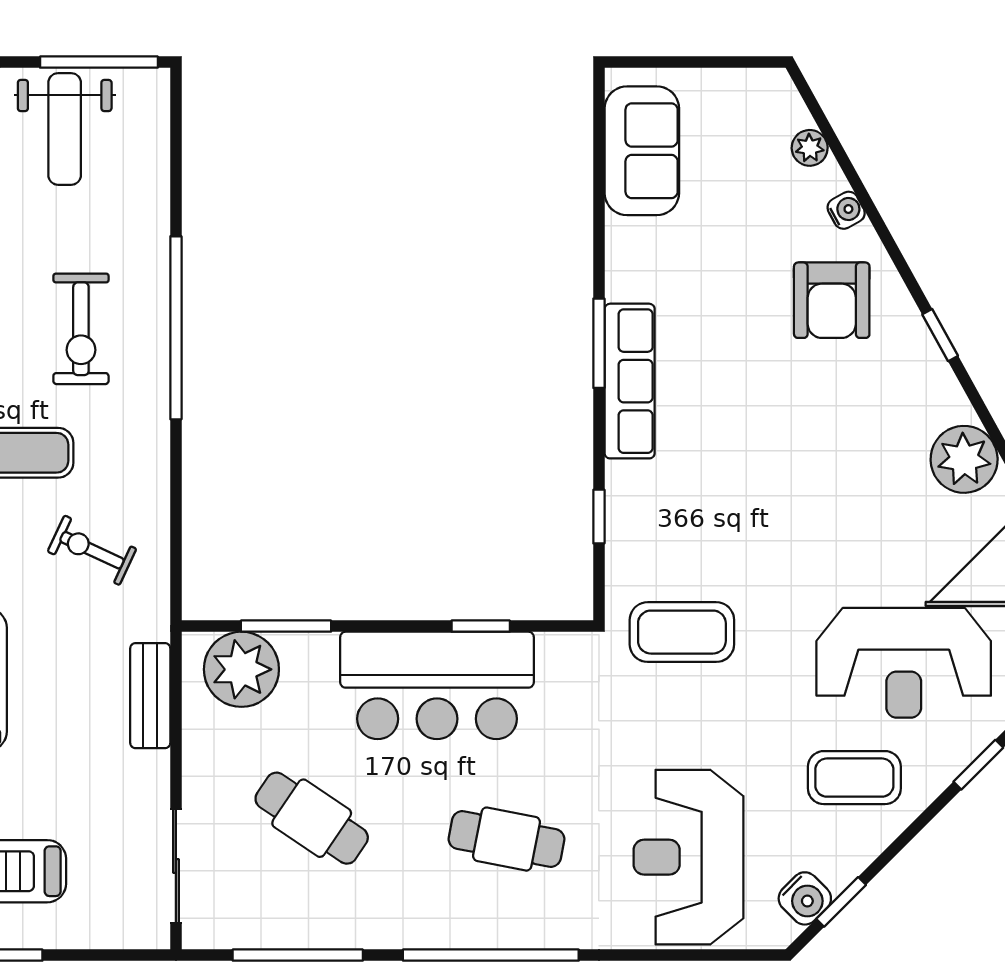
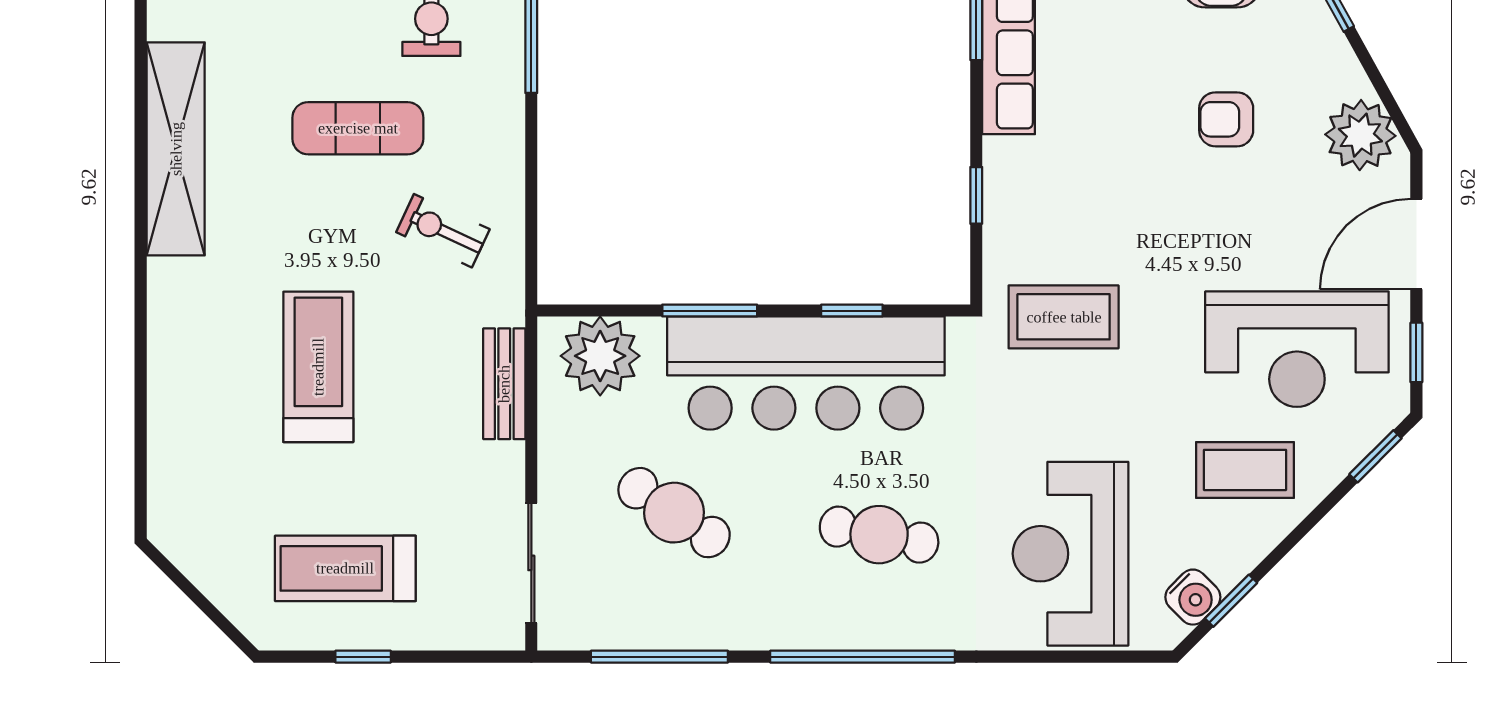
armchair: (837, 444) -> (1226, 119), added
window: (286, 626) -> (710, 311), moved
bar counter: (437, 685) -> (806, 373), width x1.36

